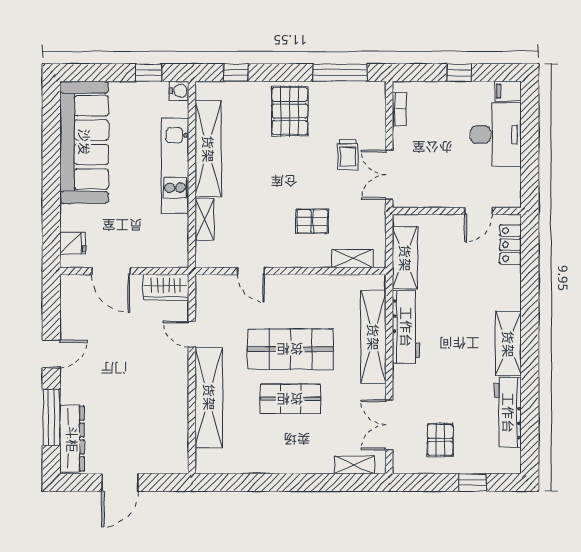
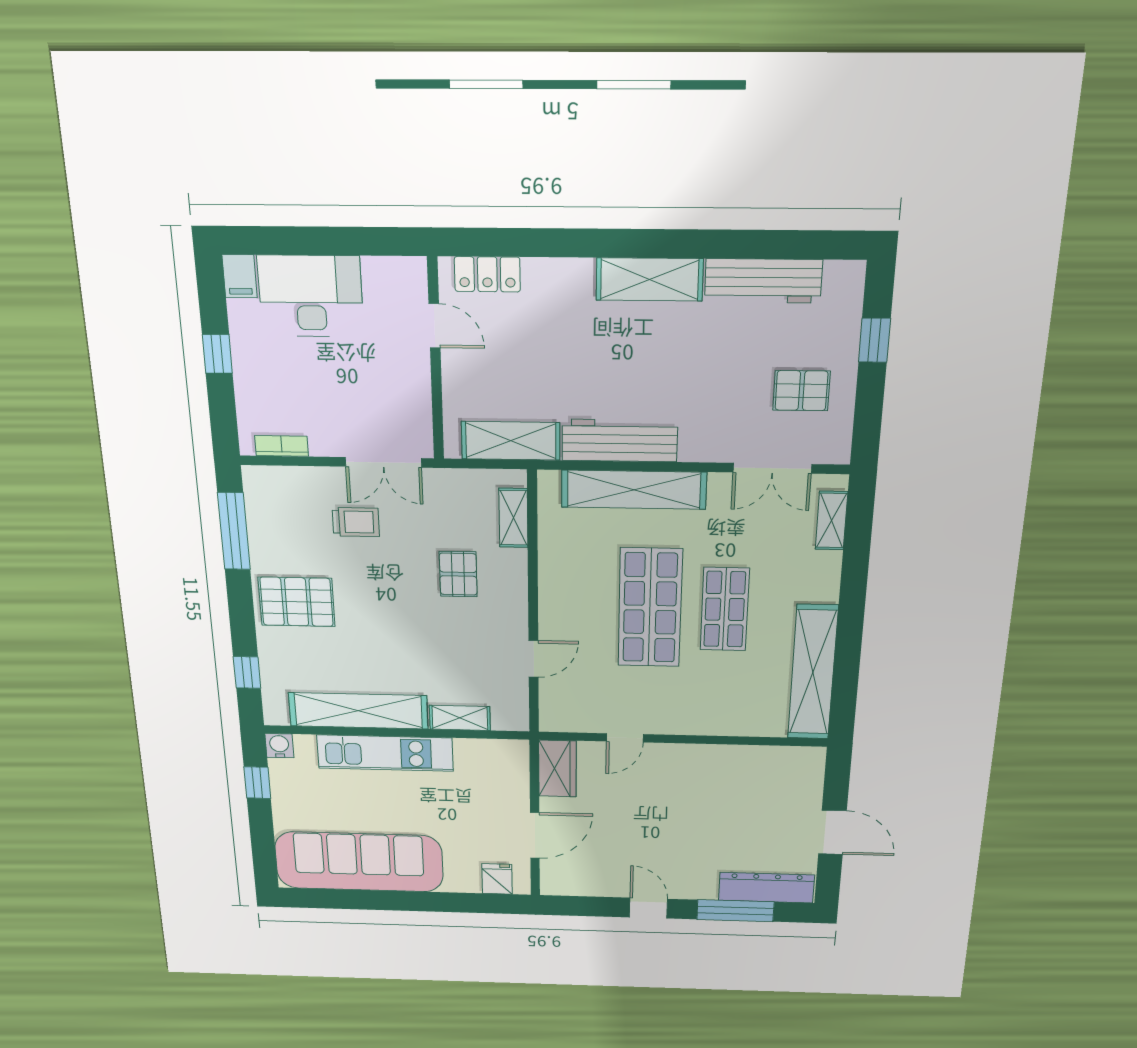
shelving: (209, 397) -> (813, 673), moved, turned 90

